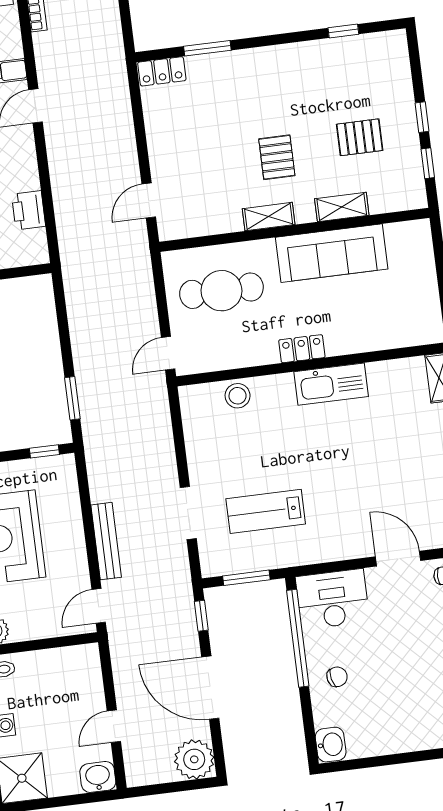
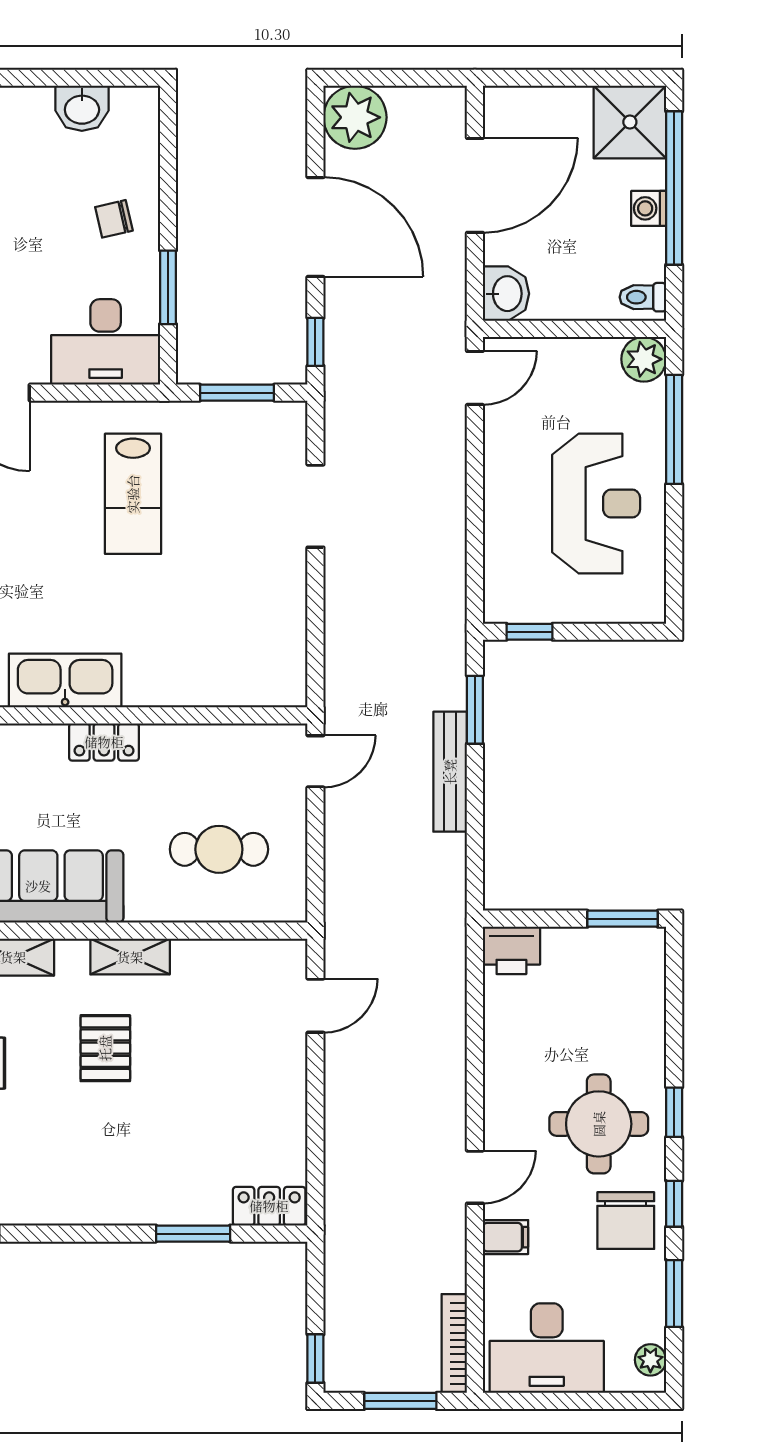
printer: (29, 210) -> (511, 950), moved, turned 90
cafe table: (221, 291) -> (219, 849), width x0.73, depth x0.74
stool: (238, 396) -> (215, 681), removed
lab bench: (266, 511) -> (133, 494), moved, turned 90
bench: (106, 541) -> (450, 772), moved
window: (298, 638) -> (168, 287), width x0.47
door: (114, 726) -> (475, 185), width x1.88
washbasin: (331, 745) -> (82, 108), moved, turned -90
washbasin: (98, 777) -> (506, 294), moved, turned -90

